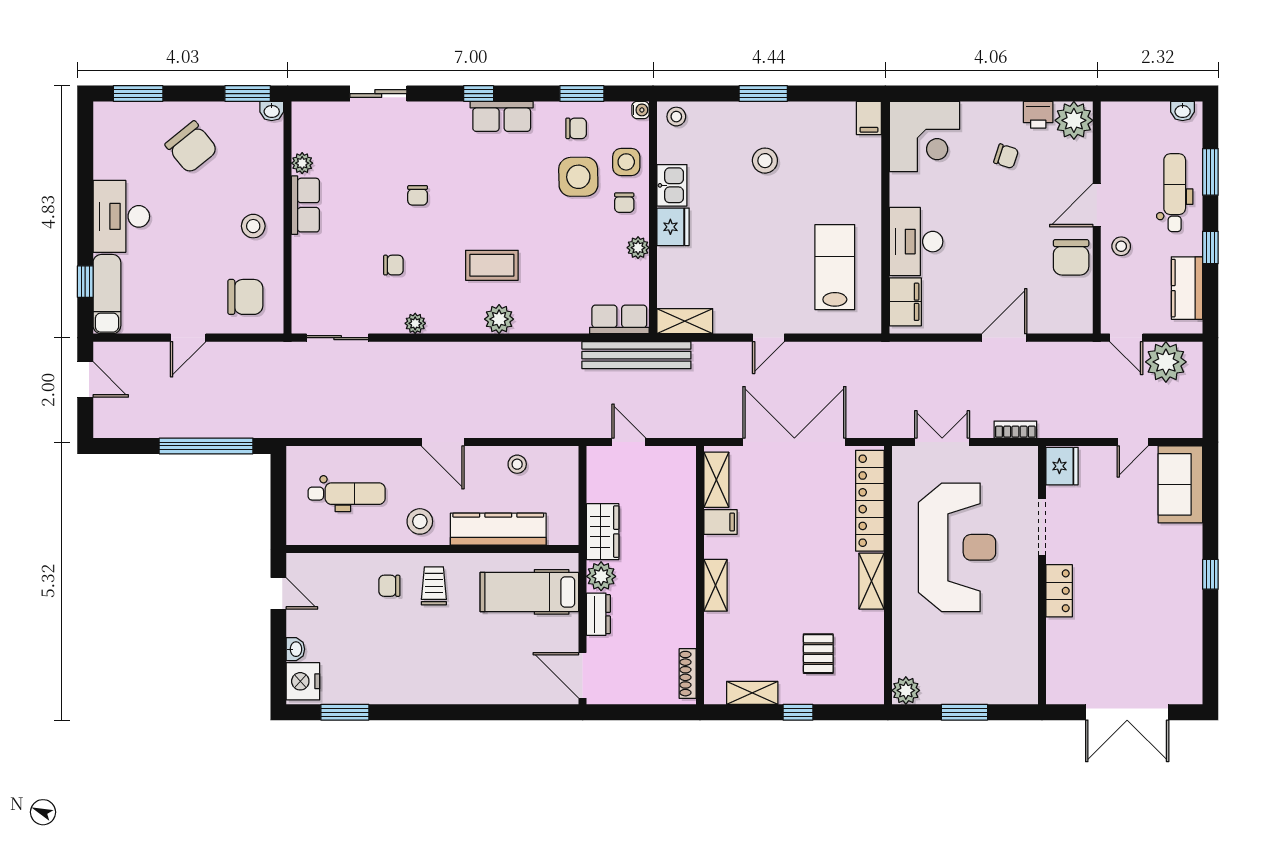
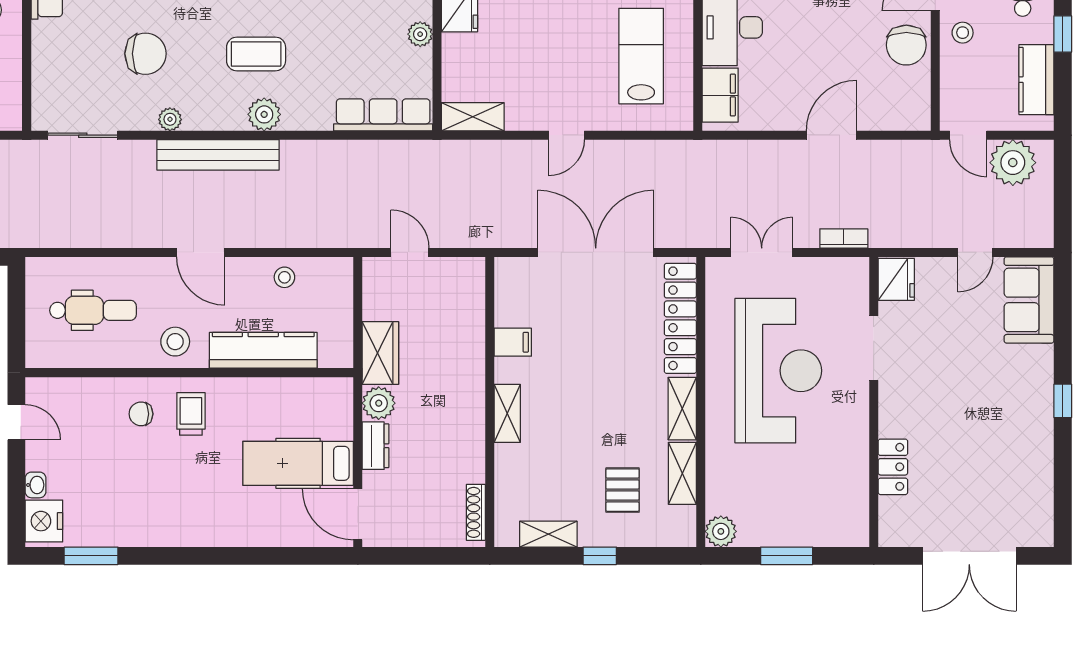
chair: (393, 265) -> (145, 54), width x1.87, depth x1.87
row of seats: (619, 319) -> (383, 115), width x1.48
bench: (636, 355) -> (218, 155), moved
shelving: (716, 480) -> (682, 473), moved
locker: (1059, 591) -> (893, 467), moved
hospital bed: (529, 592) -> (298, 463), moved

